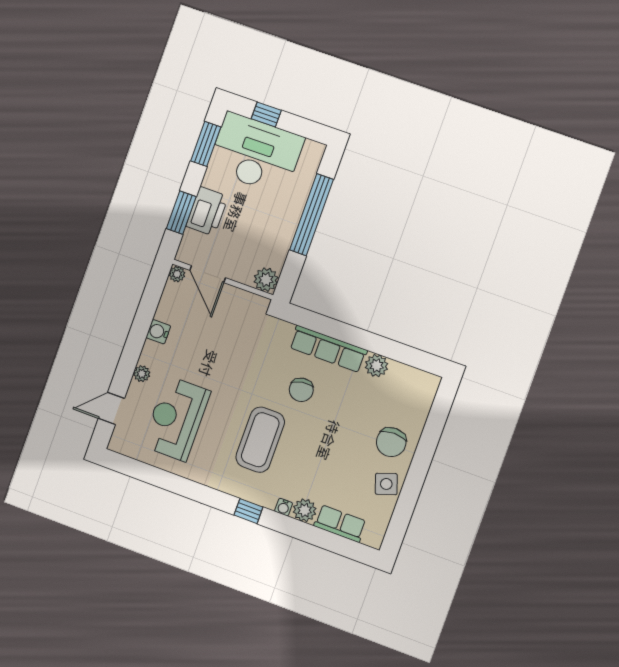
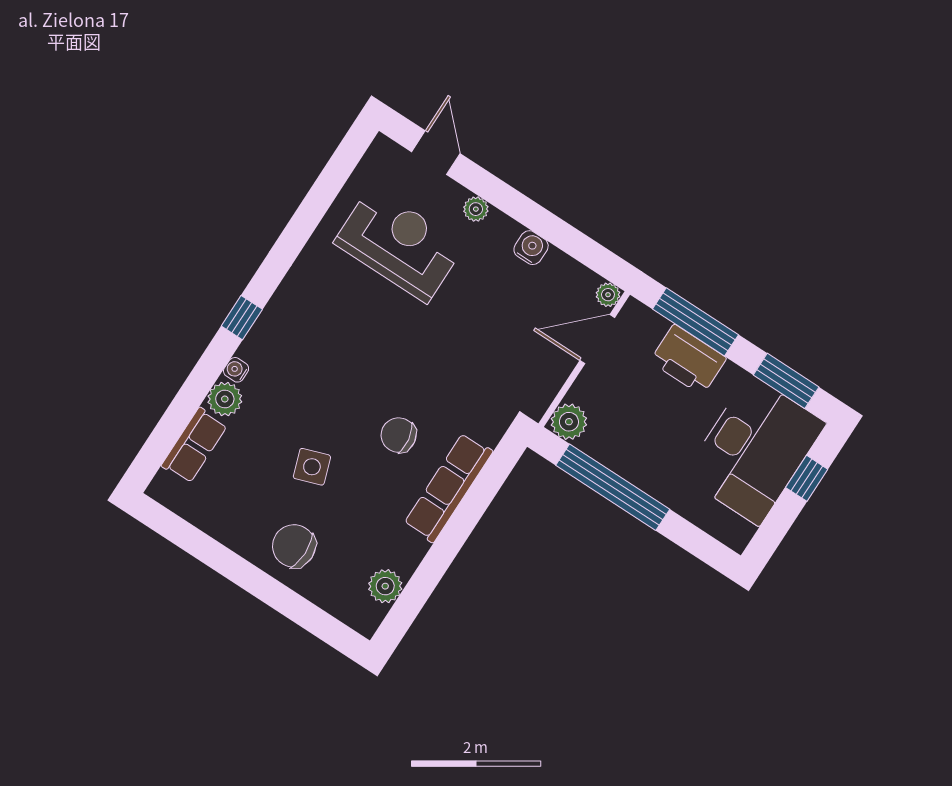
window: (181, 213) -> (695, 322), width x1.44
window: (312, 215) -> (613, 487), moved
plant: (377, 366) -> (385, 586), moved
coffee table: (260, 440) -> (341, 359), removed
side table: (386, 484) -> (312, 467), moved

